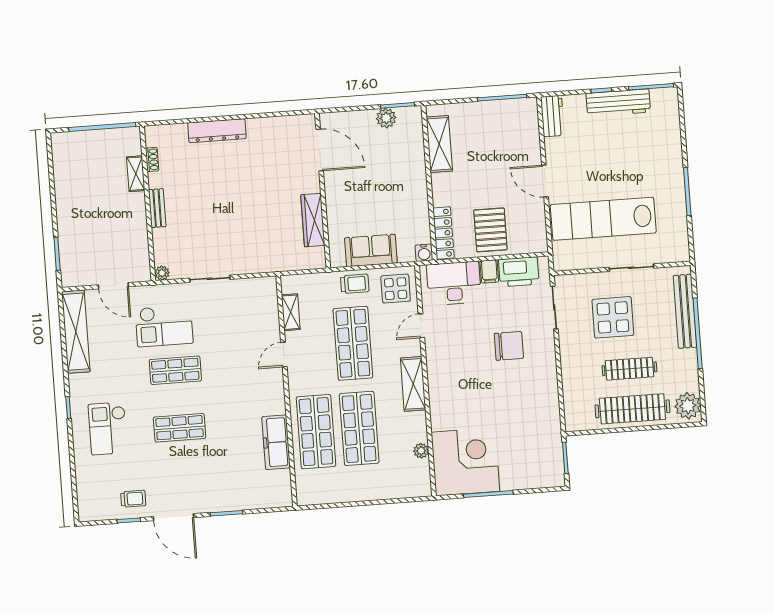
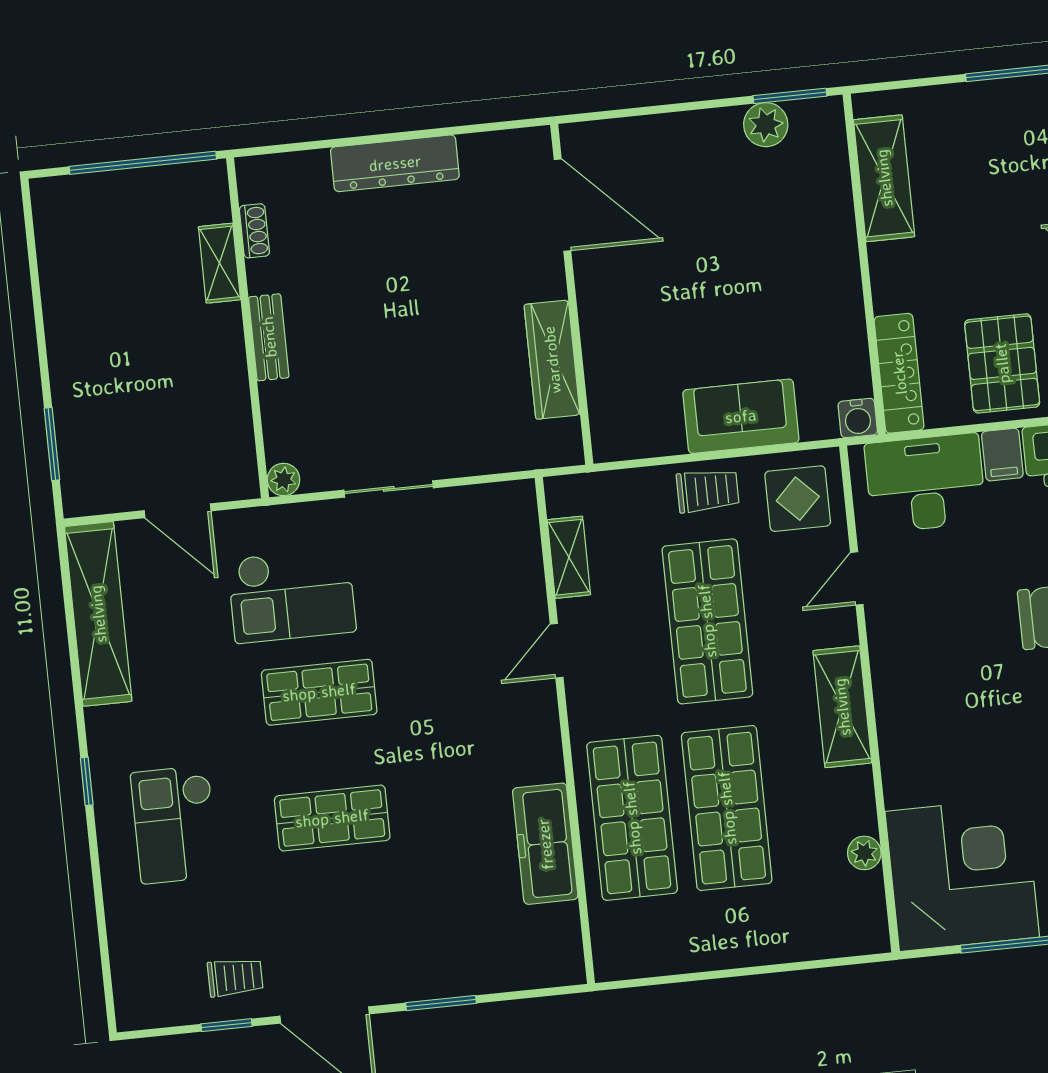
door: (320, 150) -> (563, 205), moved
wall: (323, 191) -> (572, 294), moved
wardrobe: (313, 220) -> (552, 360), moved

